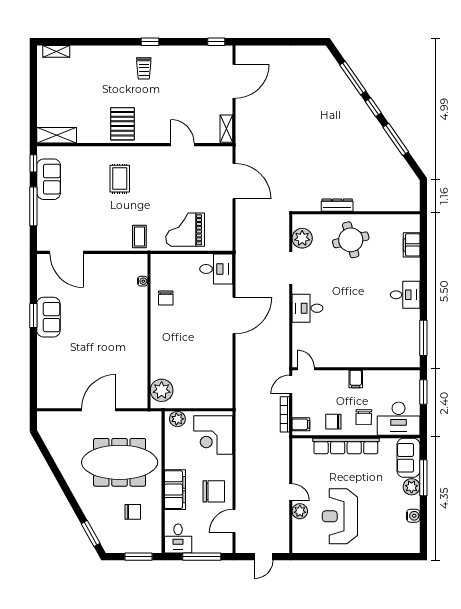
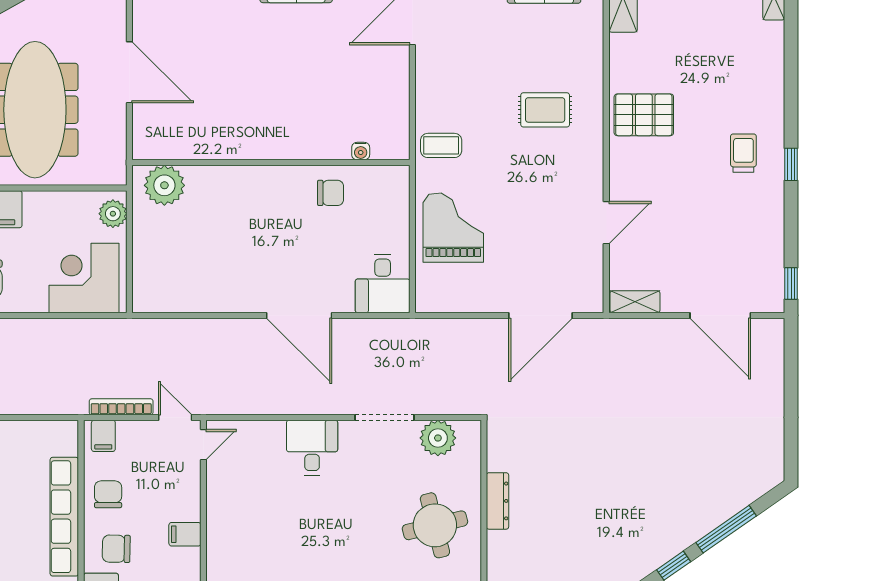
trolley: (144, 68) -> (743, 153), turned 90
chair: (166, 298) -> (331, 193), turned 180

